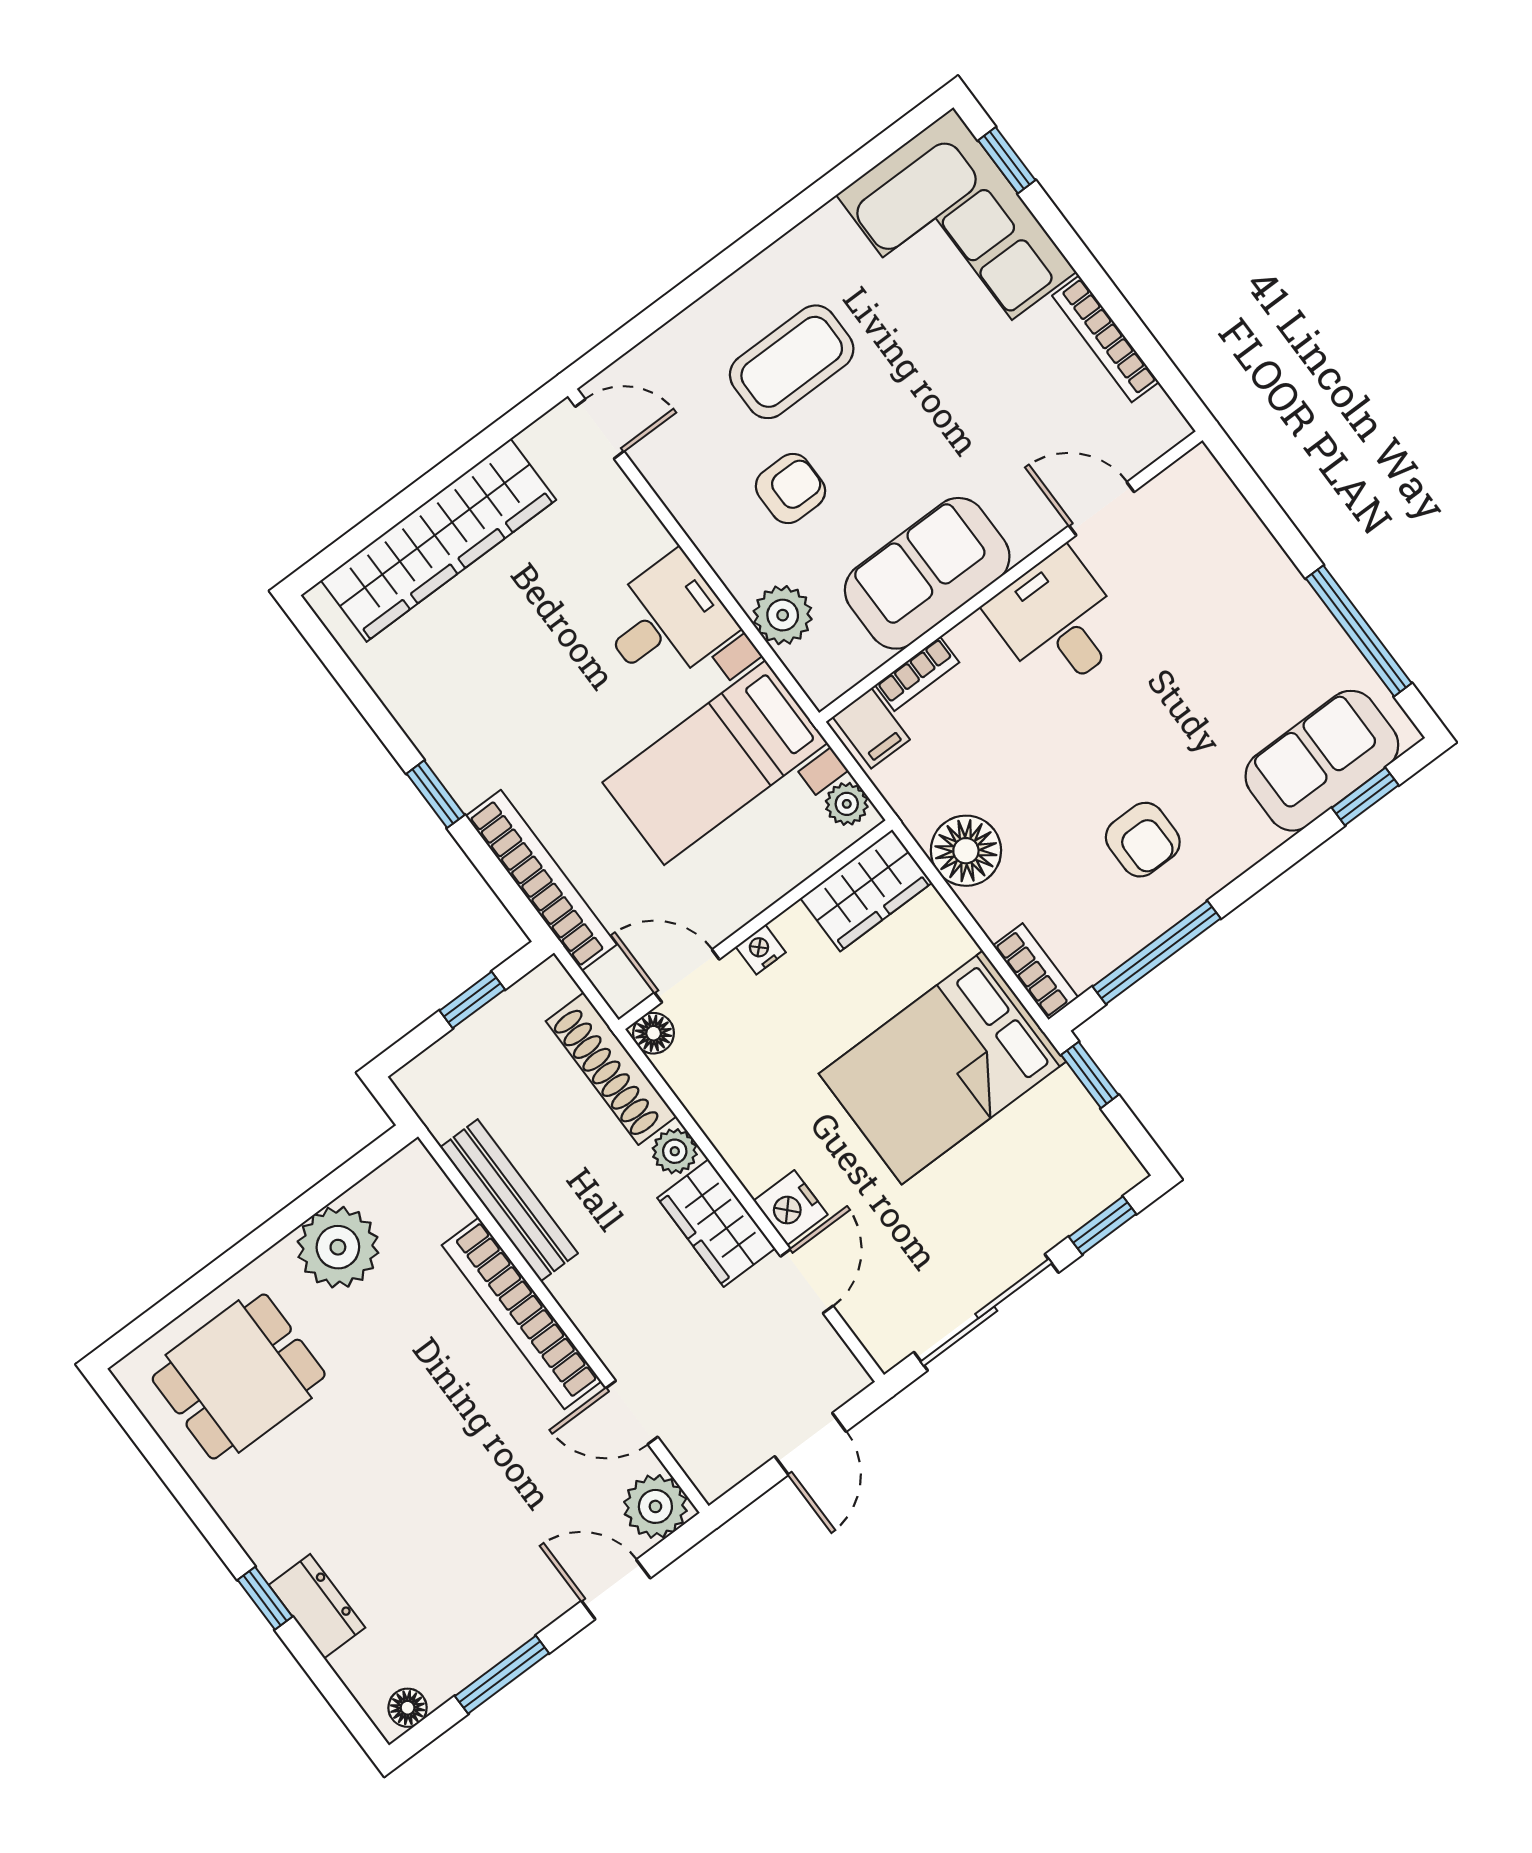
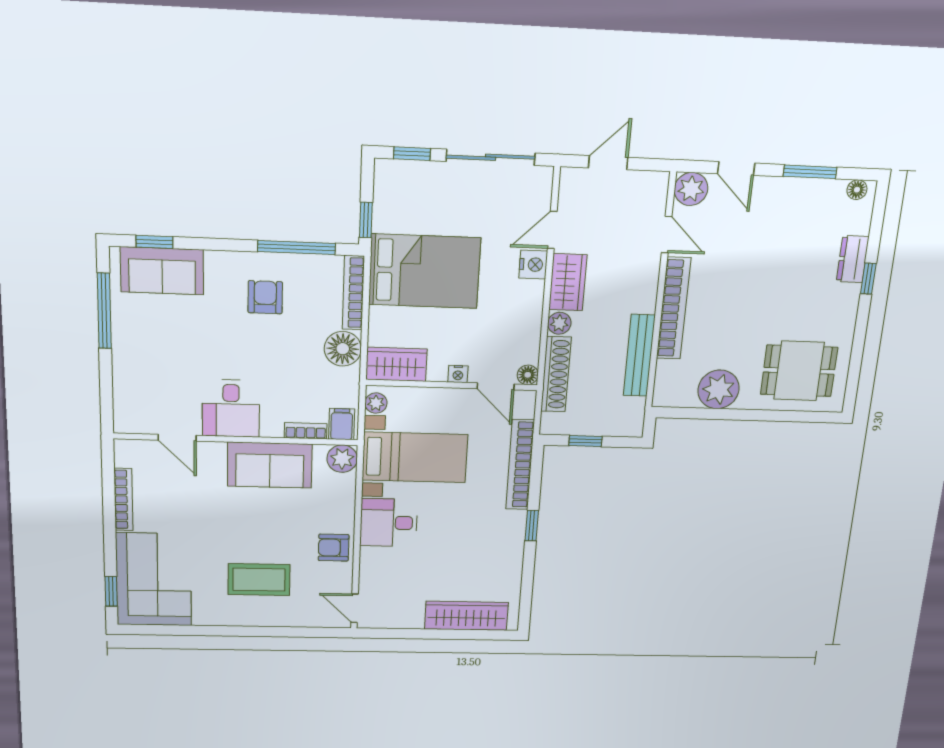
armchair: (790, 489) -> (334, 548), moved
wardrobe: (438, 540) -> (466, 616), width x0.71, depth x0.85
plant: (783, 615) -> (342, 459), moved
bookcase: (1036, 971) -> (353, 293), width x1.56

